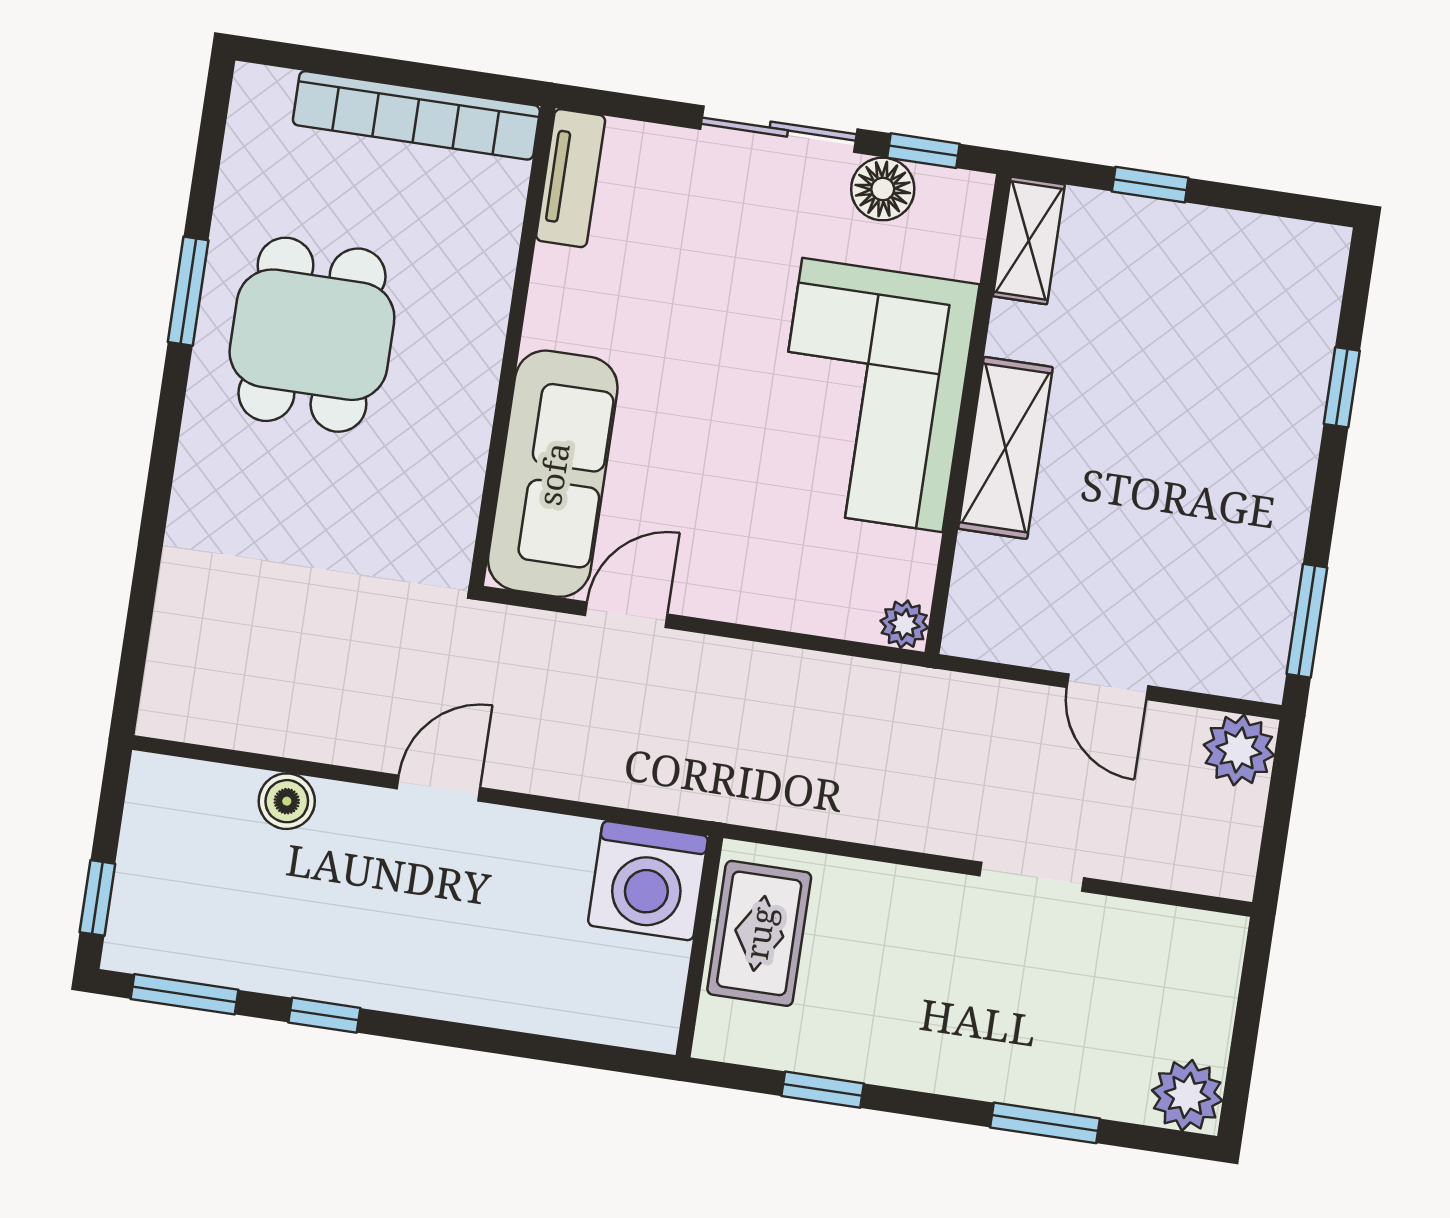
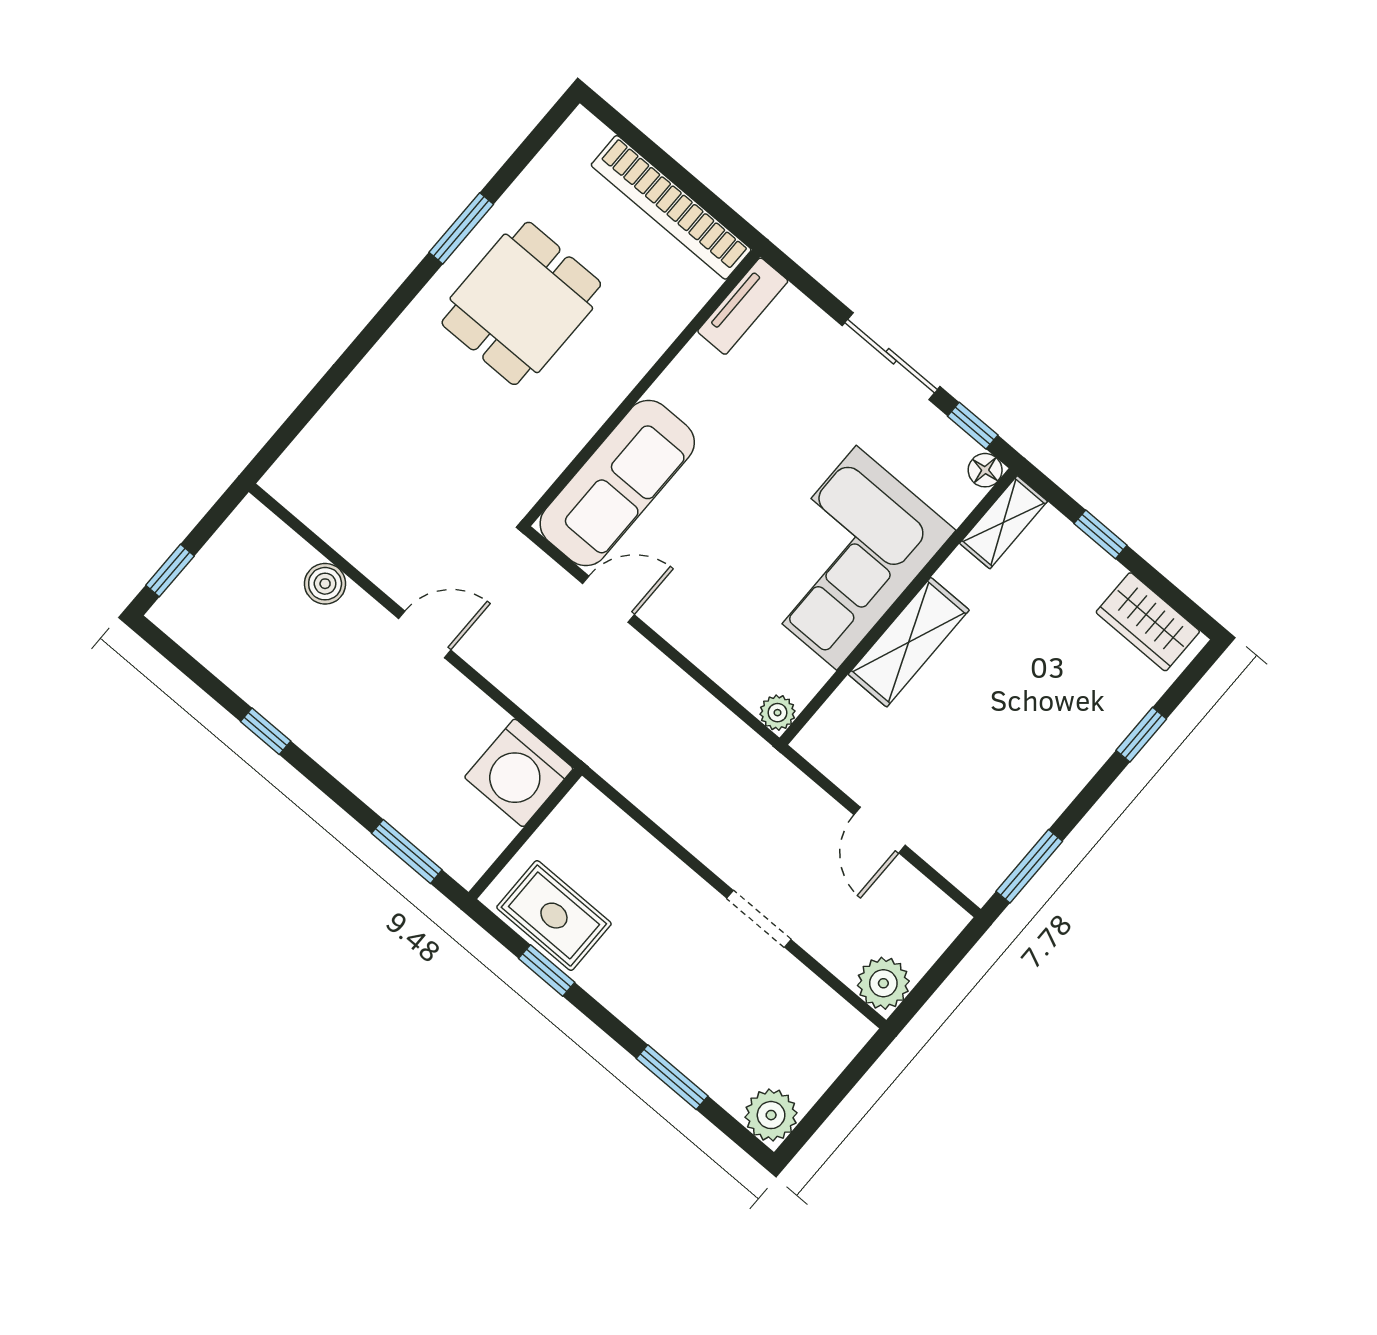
floor lamp: (883, 189) -> (985, 470), moved, width x0.73, depth x0.73
wardrobe: (1268, 252) -> (1148, 622), added
plant: (1239, 750) -> (883, 983), moved
rug: (759, 933) -> (554, 916), moved, turned 90
window: (184, 994) -> (407, 851), moved

